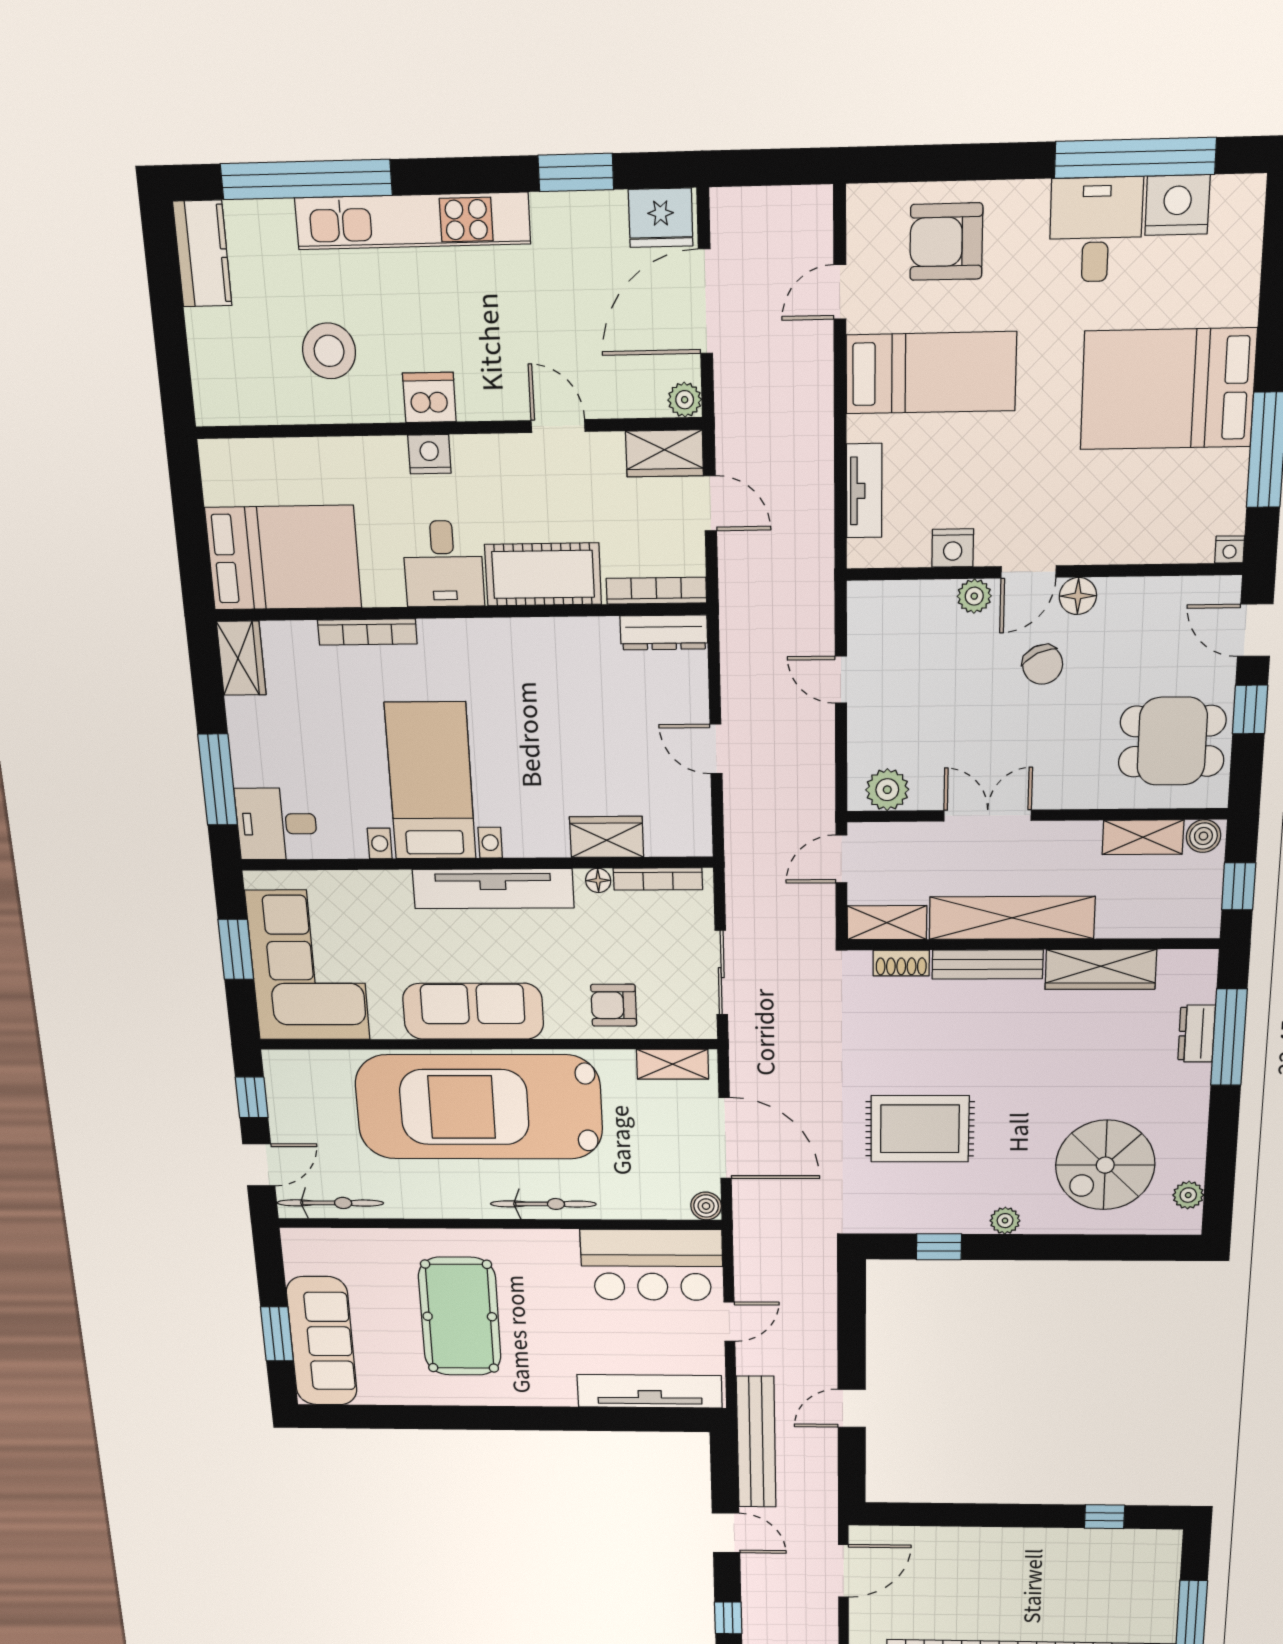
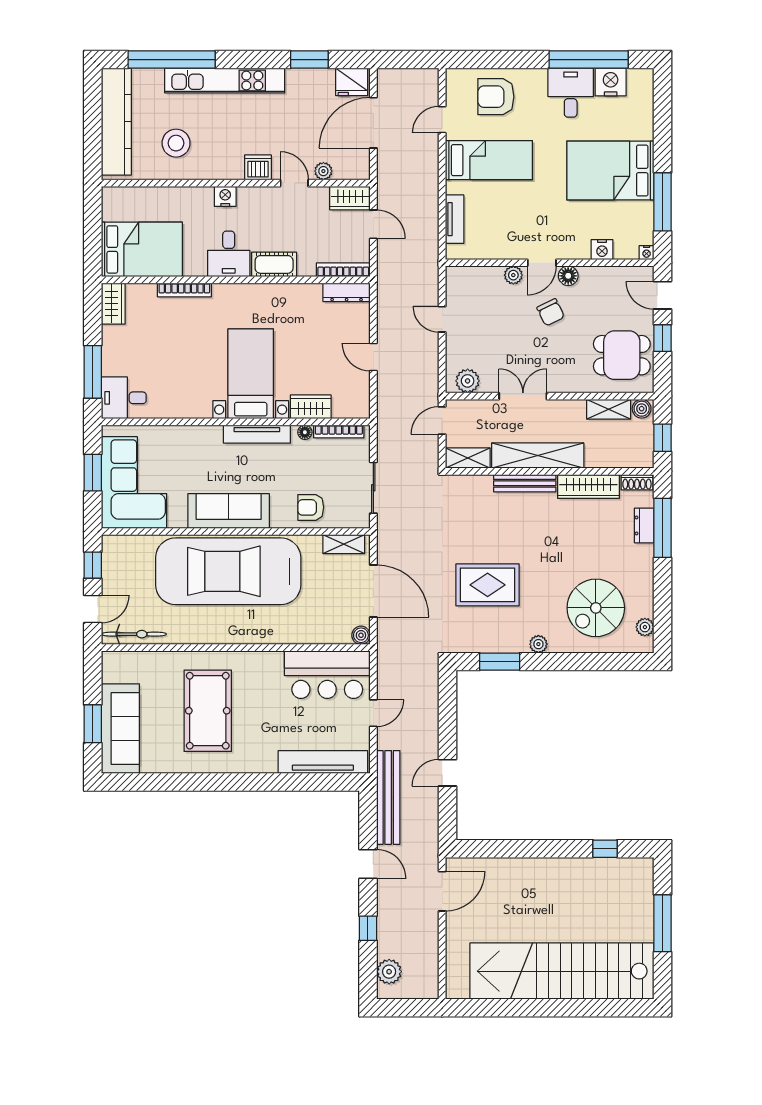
kitchen counter: (202, 254) -> (116, 122), width x2.08, depth x1.17
dishwasher: (429, 397) -> (258, 167), moved
plant: (685, 400) -> (323, 171), moved
nightstand: (953, 548) -> (602, 250), moved
cot: (543, 574) -> (274, 264), width x0.73, depth x0.75
bed with nightstands: (430, 781) -> (251, 374), moved
tv unit: (493, 889) -> (257, 434), width x0.73, depth x0.78
shoe rack: (901, 963) -> (637, 482), moved
bicycle: (543, 1204) -> (263, 634), removed
window: (939, 1247) -> (500, 662), width x1.50

